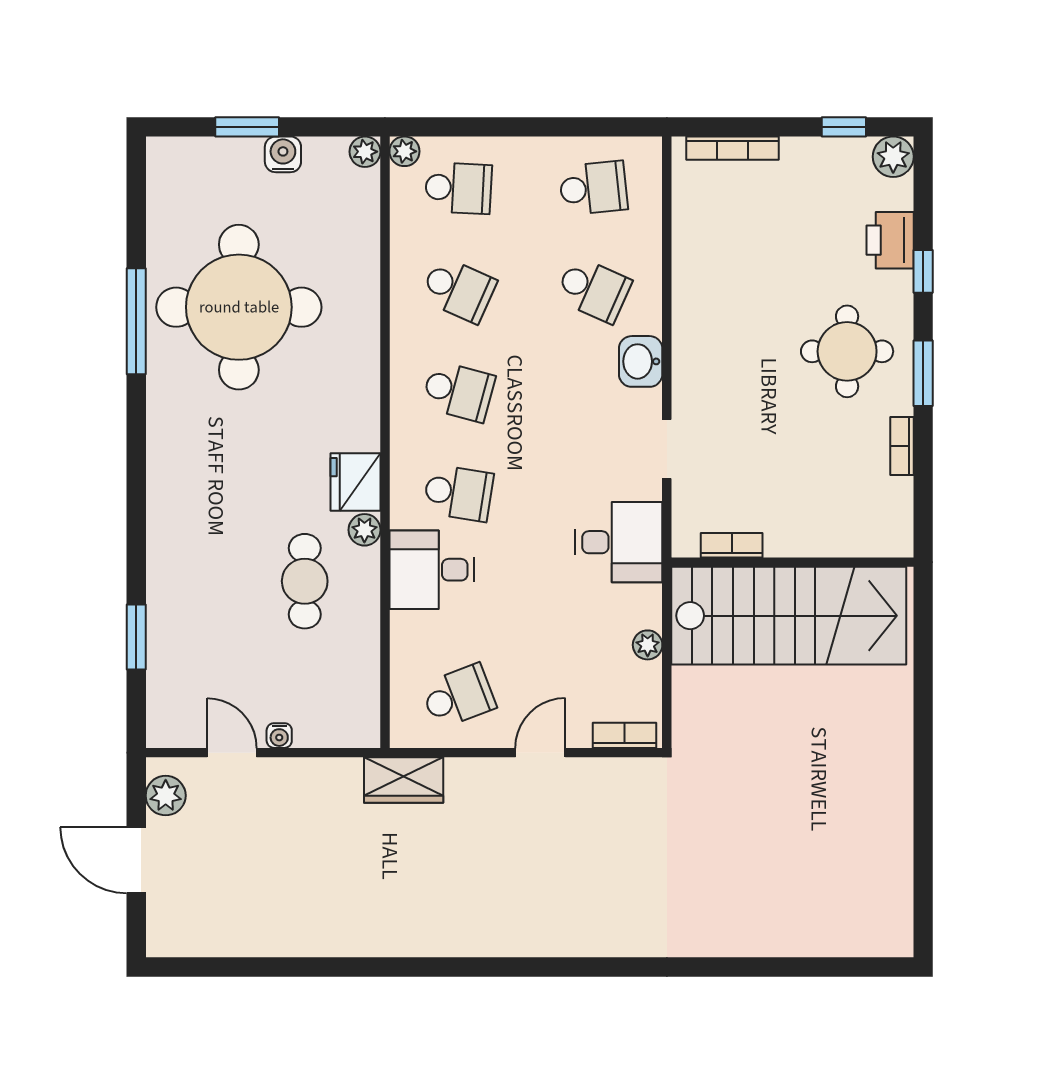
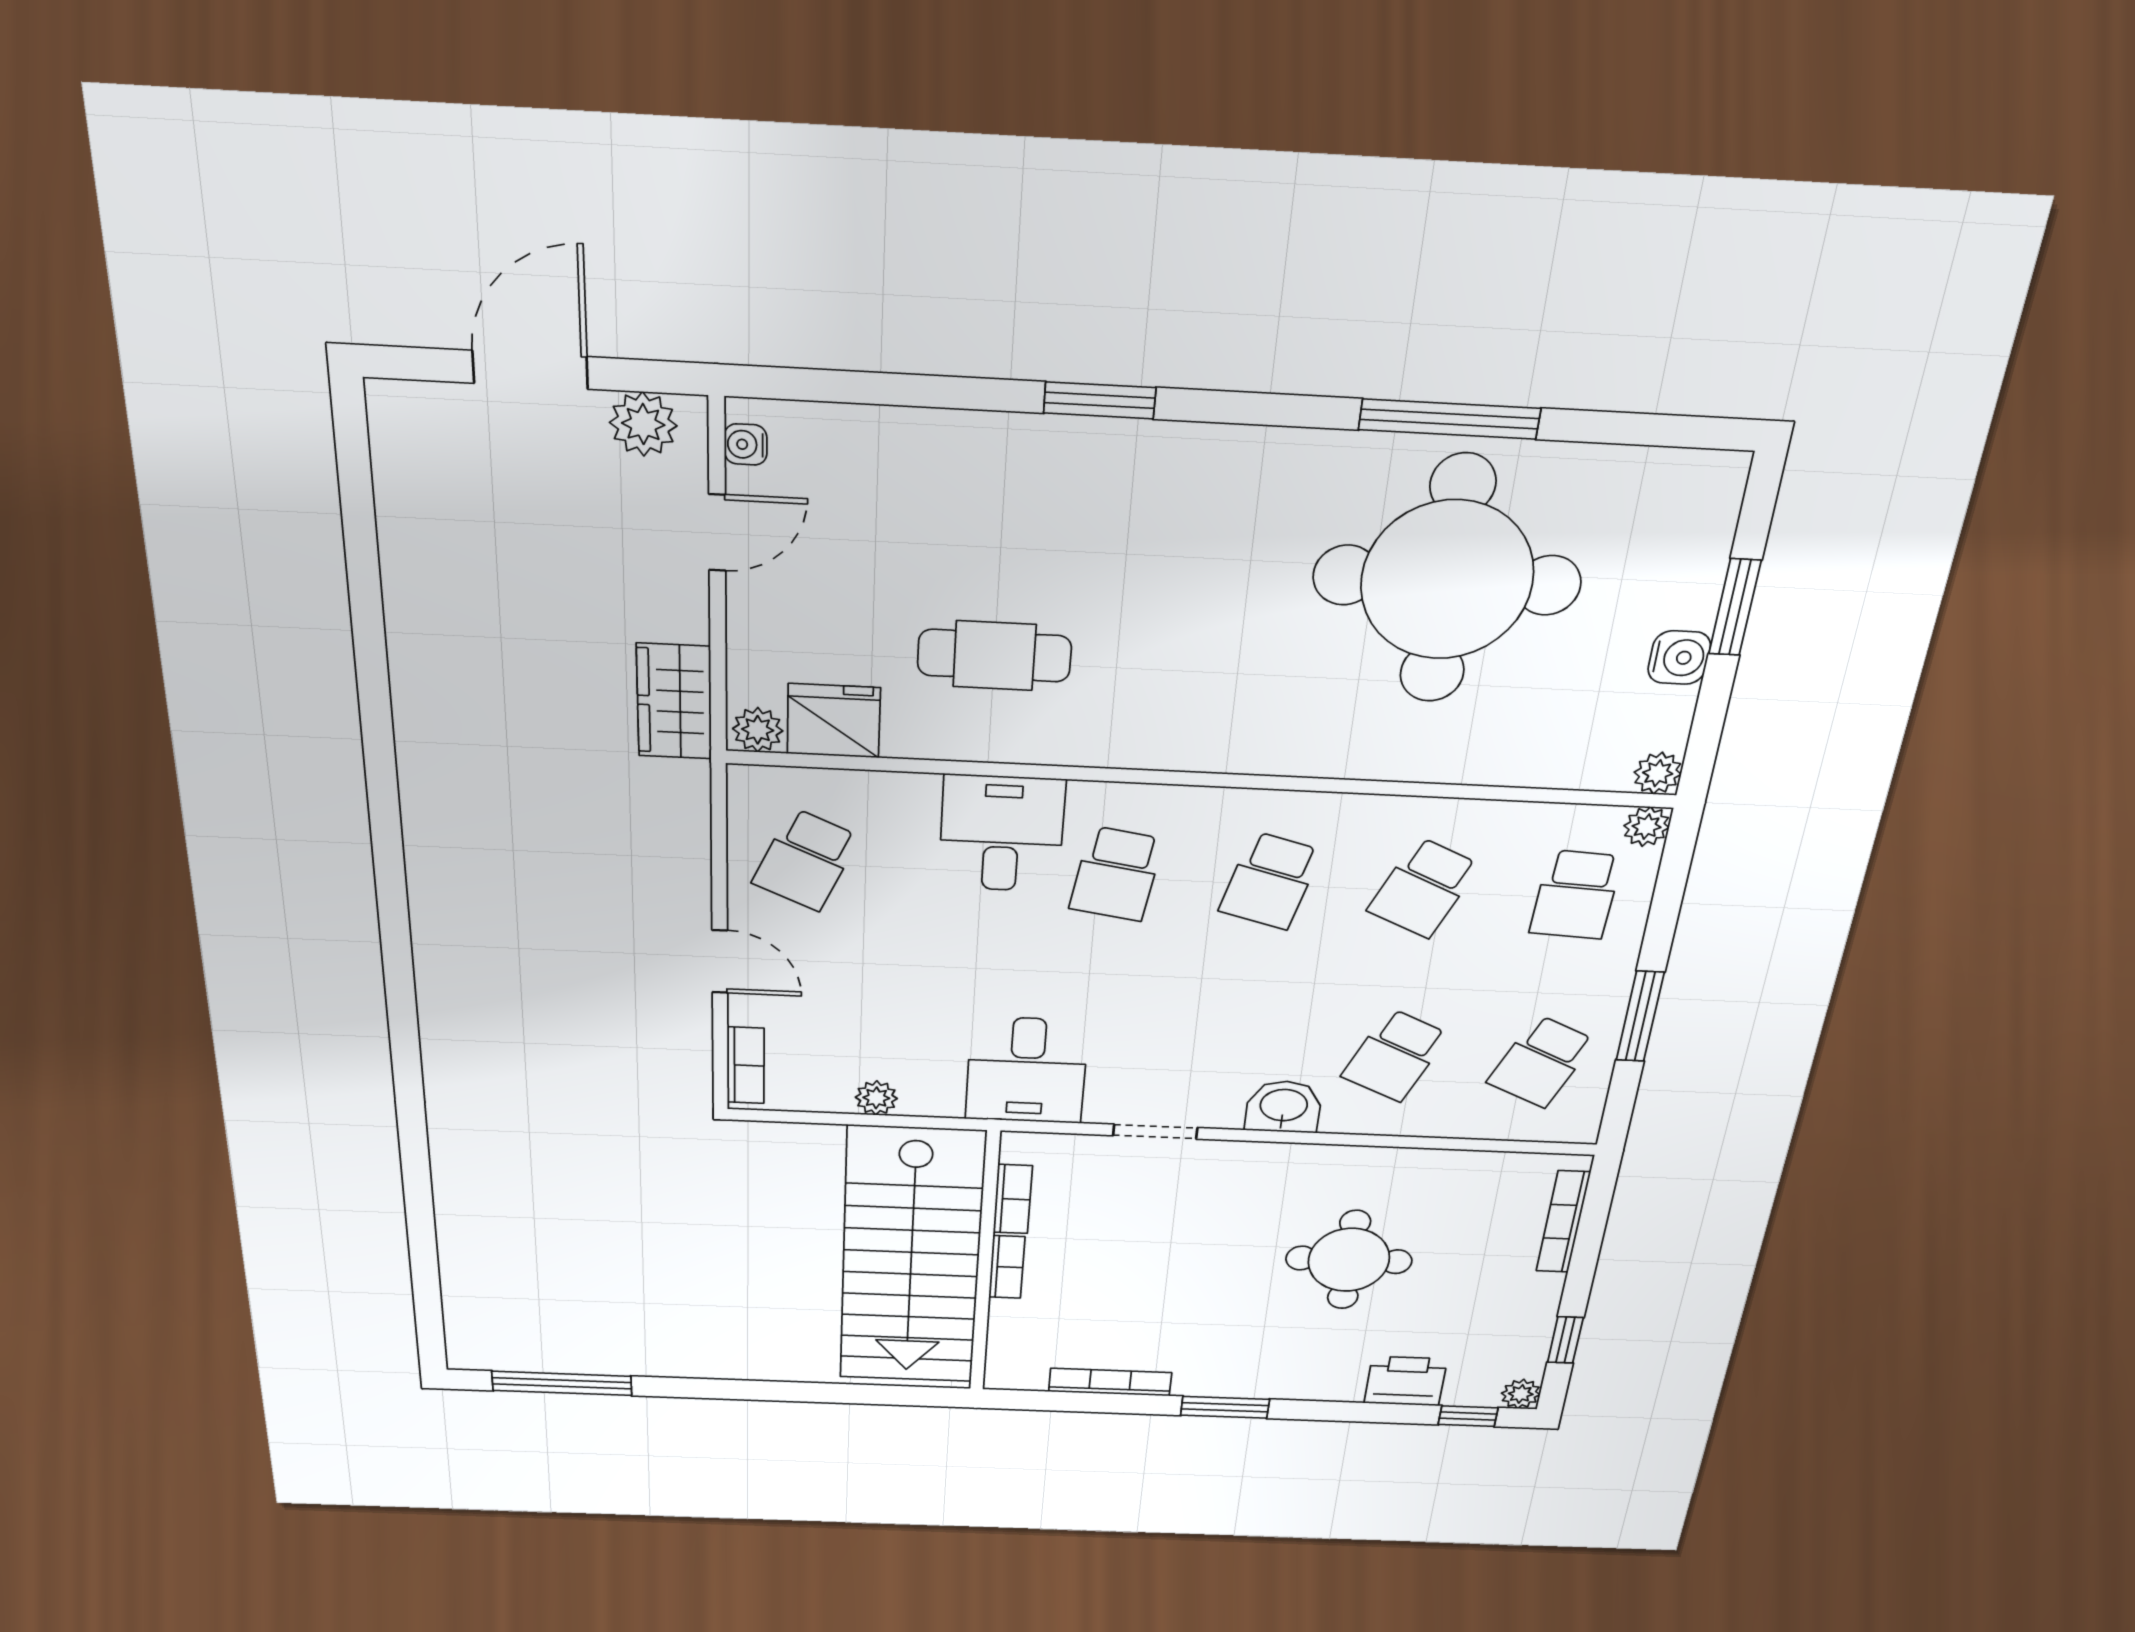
window: (552, 127) -> (1640, 1016), added
plant: (893, 157) -> (1521, 1394), width x0.73, depth x0.73
school desk: (593, 188) -> (1541, 1062), turned 30
window: (923, 271) -> (1468, 1416), moved
round table: (847, 351) -> (1349, 1260), moved
bookcase: (902, 446) -> (1110, 1382), width x1.56
fridge: (356, 482) -> (834, 721), moved
plant: (364, 530) -> (758, 730), moved
bookcase: (794, 546) -> (1007, 1267), added
window: (136, 637) -> (1100, 400), moved
school desk: (458, 696) -> (806, 860), turned 45
water cooler: (279, 736) -> (746, 444), moved
wardrobe: (404, 780) -> (674, 701), moved
window: (923, 872) -> (562, 1383), added

